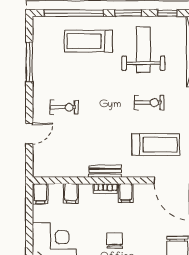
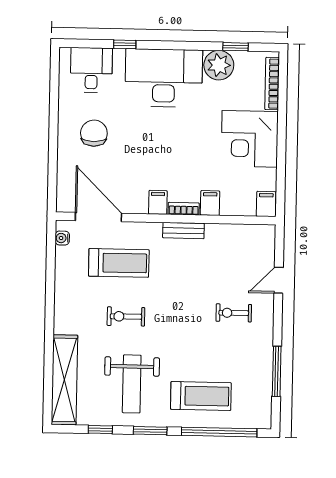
treadmill: (156, 145) -> (119, 263), turned 180
filing cabinet: (71, 193) -> (210, 203), moved
chair: (115, 241) -> (173, 142), removed

